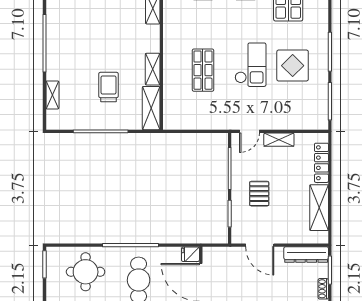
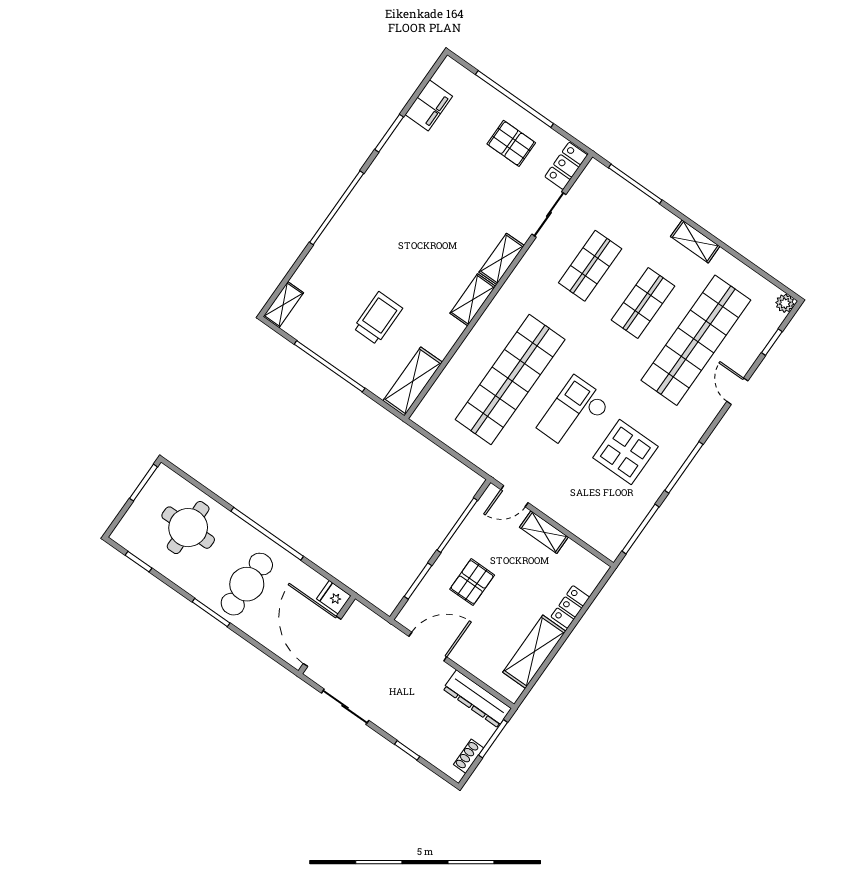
checkout: (250, 65) -> (574, 414), turned 180
shelving: (153, 69) -> (473, 300), moved
shop shelf: (203, 70) -> (510, 380), width x2.00, depth x1.36
shelving: (52, 95) -> (283, 305), moved
locker: (321, 163) -> (570, 607), width x0.66
door: (260, 245) -> (428, 647), swing flipped

